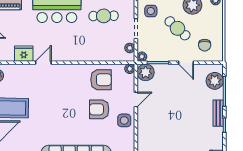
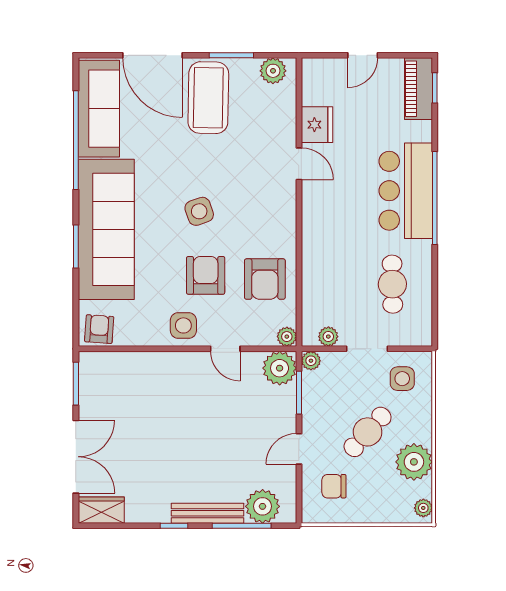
side table: (67, 113) -> (199, 211), added
bench: (218, 113) -> (207, 513), width x1.36

